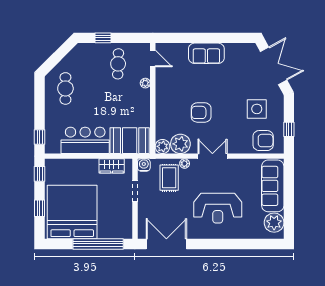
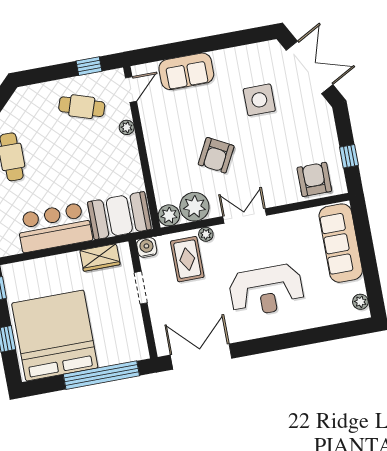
window: (103, 38) -> (89, 66), moved
sofa: (206, 53) -> (186, 71), moved
door: (153, 59) -> (131, 89), hinge flipped
cafe table: (118, 64) -> (82, 107), turned -74
side table: (257, 109) -> (259, 100), moved
armchair: (201, 112) -> (216, 155), turned -62
armchair: (263, 141) -> (314, 179), turned -90
plant: (274, 223) -> (360, 302), width x0.53, depth x0.53

